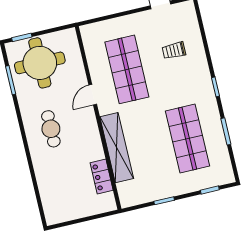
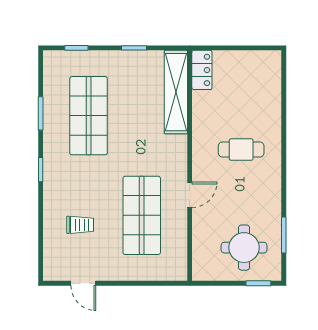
round table: (40, 63) -> (244, 248), width x0.73, depth x0.73
cafe table: (51, 129) -> (241, 150), moved, turned 90
shelving: (117, 148) -> (176, 92), moved
locker: (102, 177) -> (202, 70), moved

